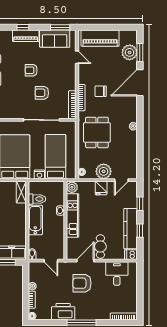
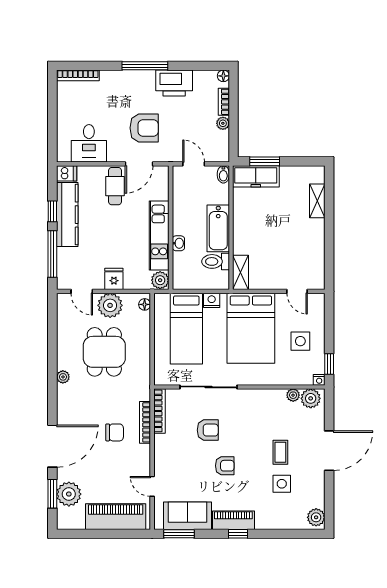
dining table: (97, 132) -> (104, 352), moved
door: (121, 180) -> (82, 291), swing flipped
window: (140, 204) -> (52, 254), width x2.17

